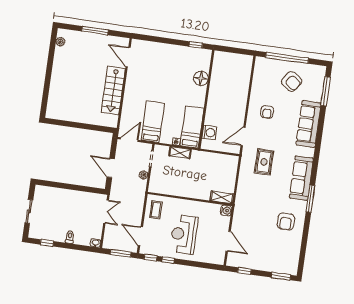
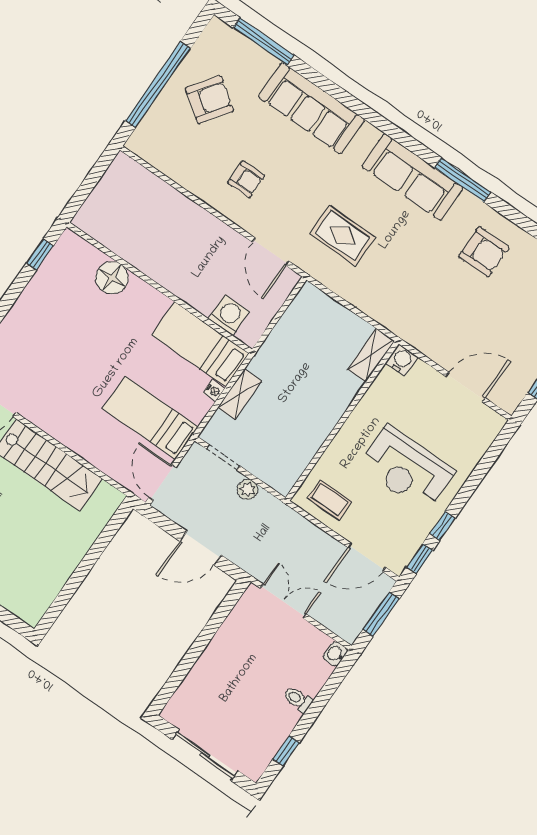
sliding door: (29, 211) -> (205, 755), width x1.37

